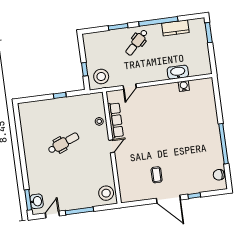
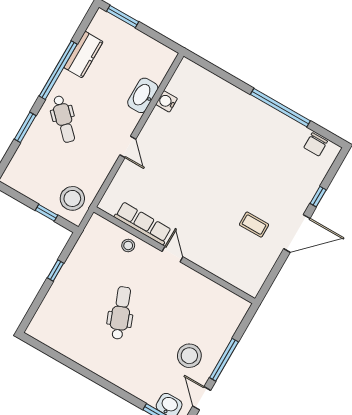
door: (130, 87) -> (128, 147), moved
stool: (106, 193) -> (189, 356), moved

